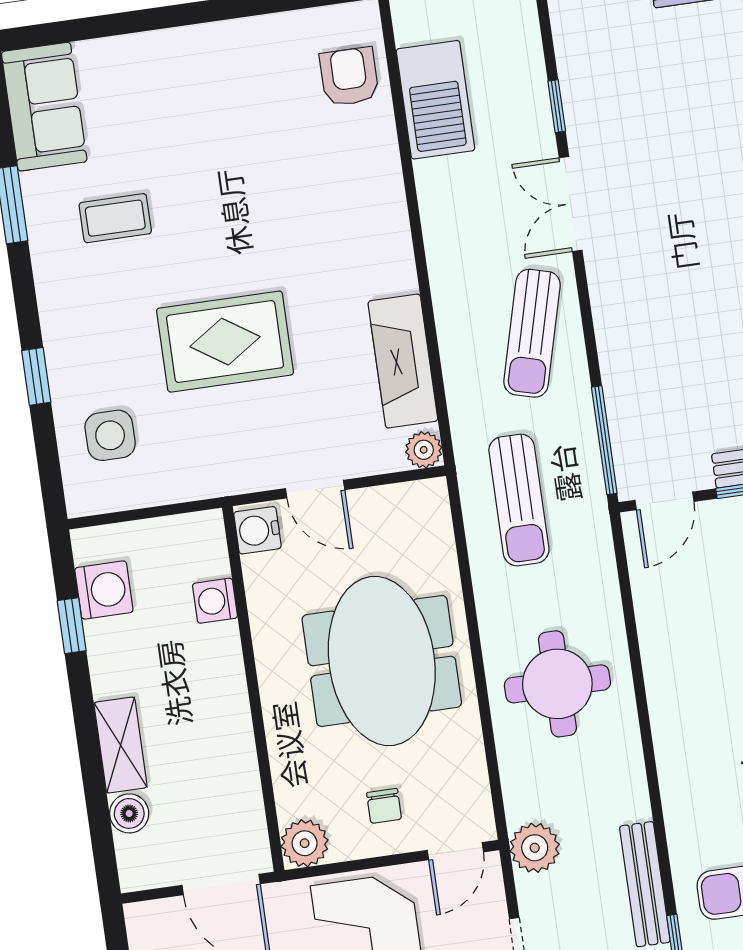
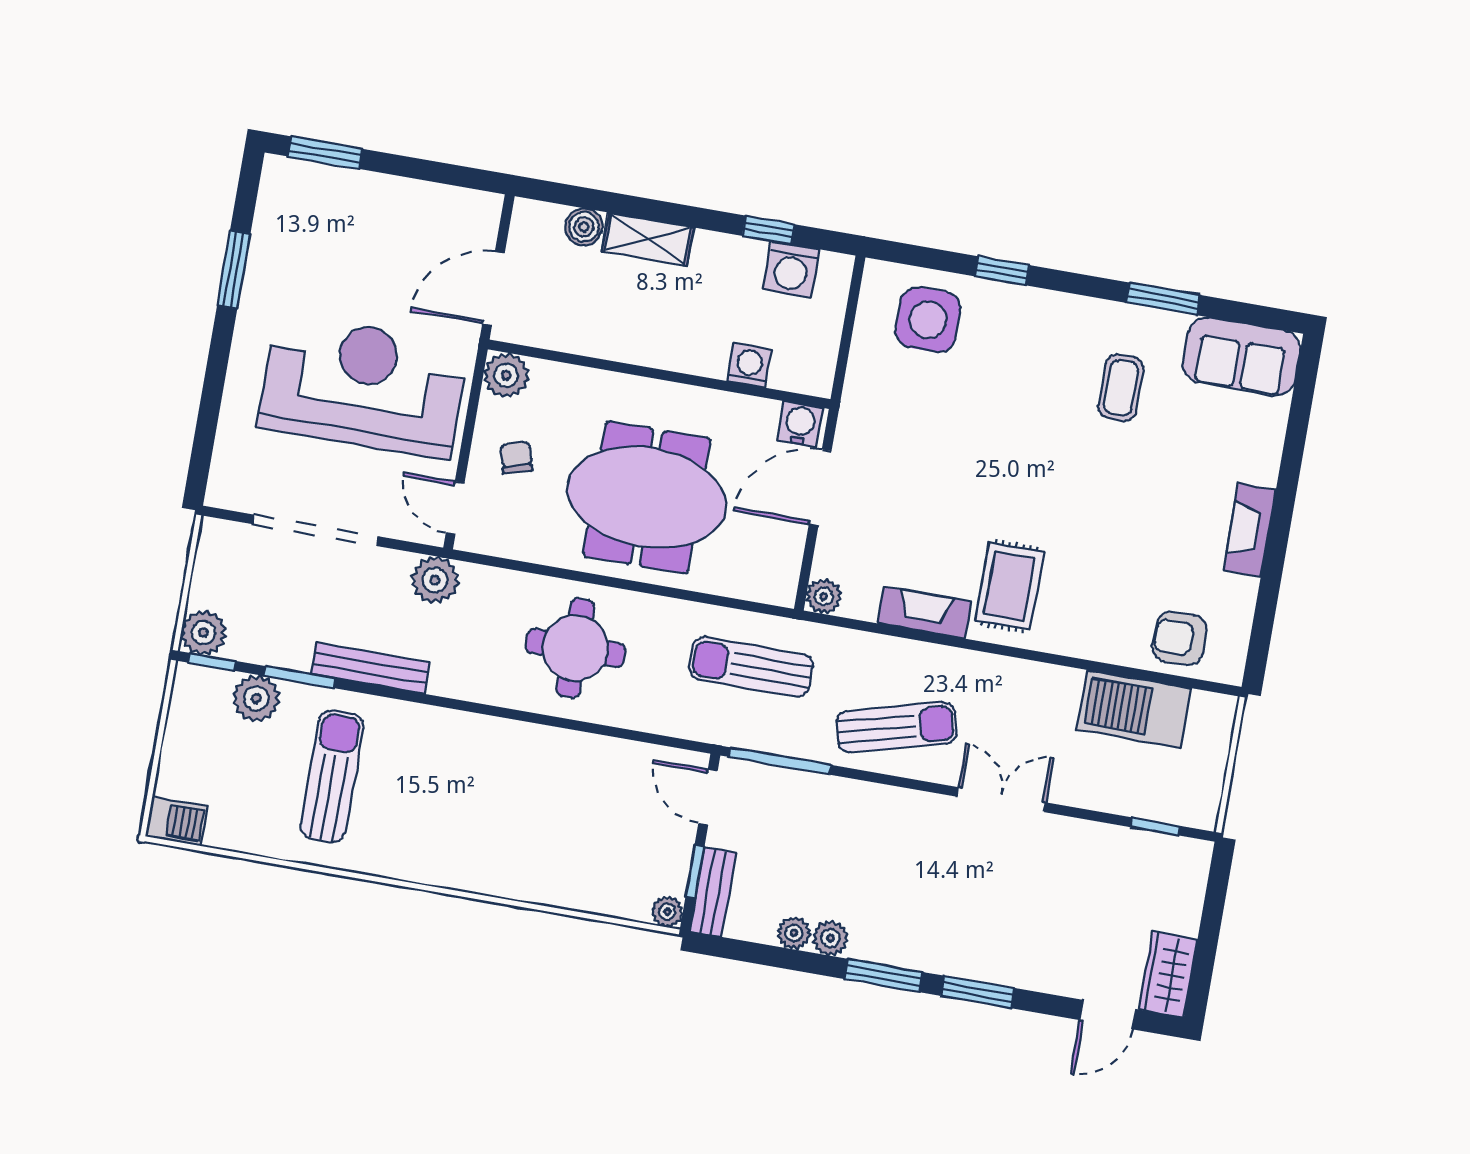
fireplace: (217, 41) -> (1250, 530), added
armchair: (349, 77) -> (1180, 638), turned 180
window: (557, 106) -> (1155, 826), moved
sun lounger: (532, 333) -> (897, 727), turned 150
rug: (225, 342) -> (1009, 586), moved, width x0.73, depth x0.70
fireplace: (403, 361) -> (924, 612), width x0.73, depth x0.76
side table: (110, 435) -> (928, 320), width x1.37, depth x1.37
door: (315, 489) -> (820, 488), width x1.38
chair: (384, 806) -> (516, 457), turned 74

